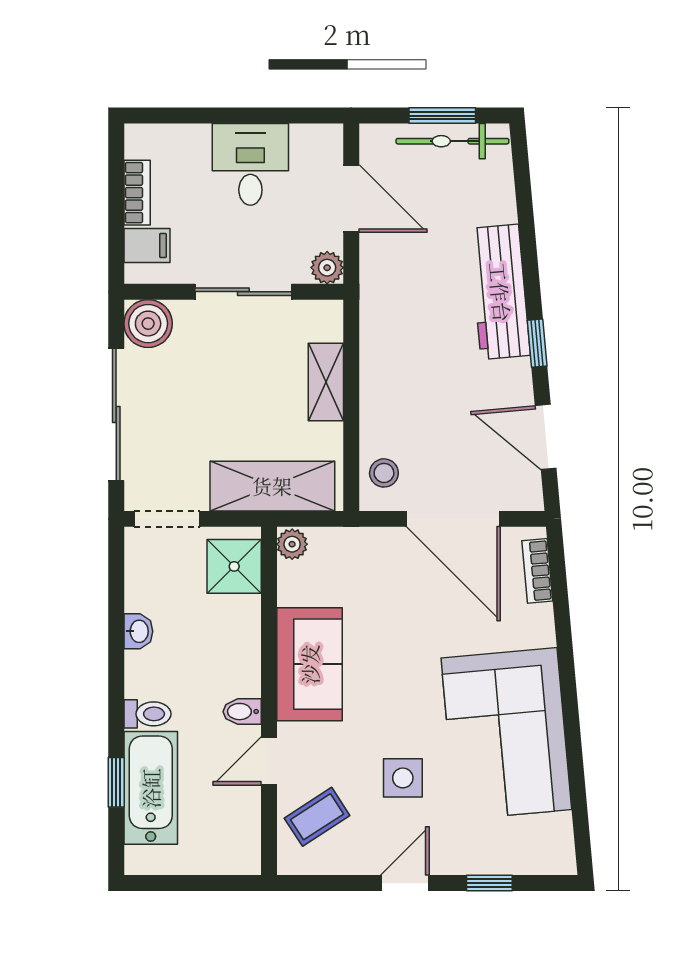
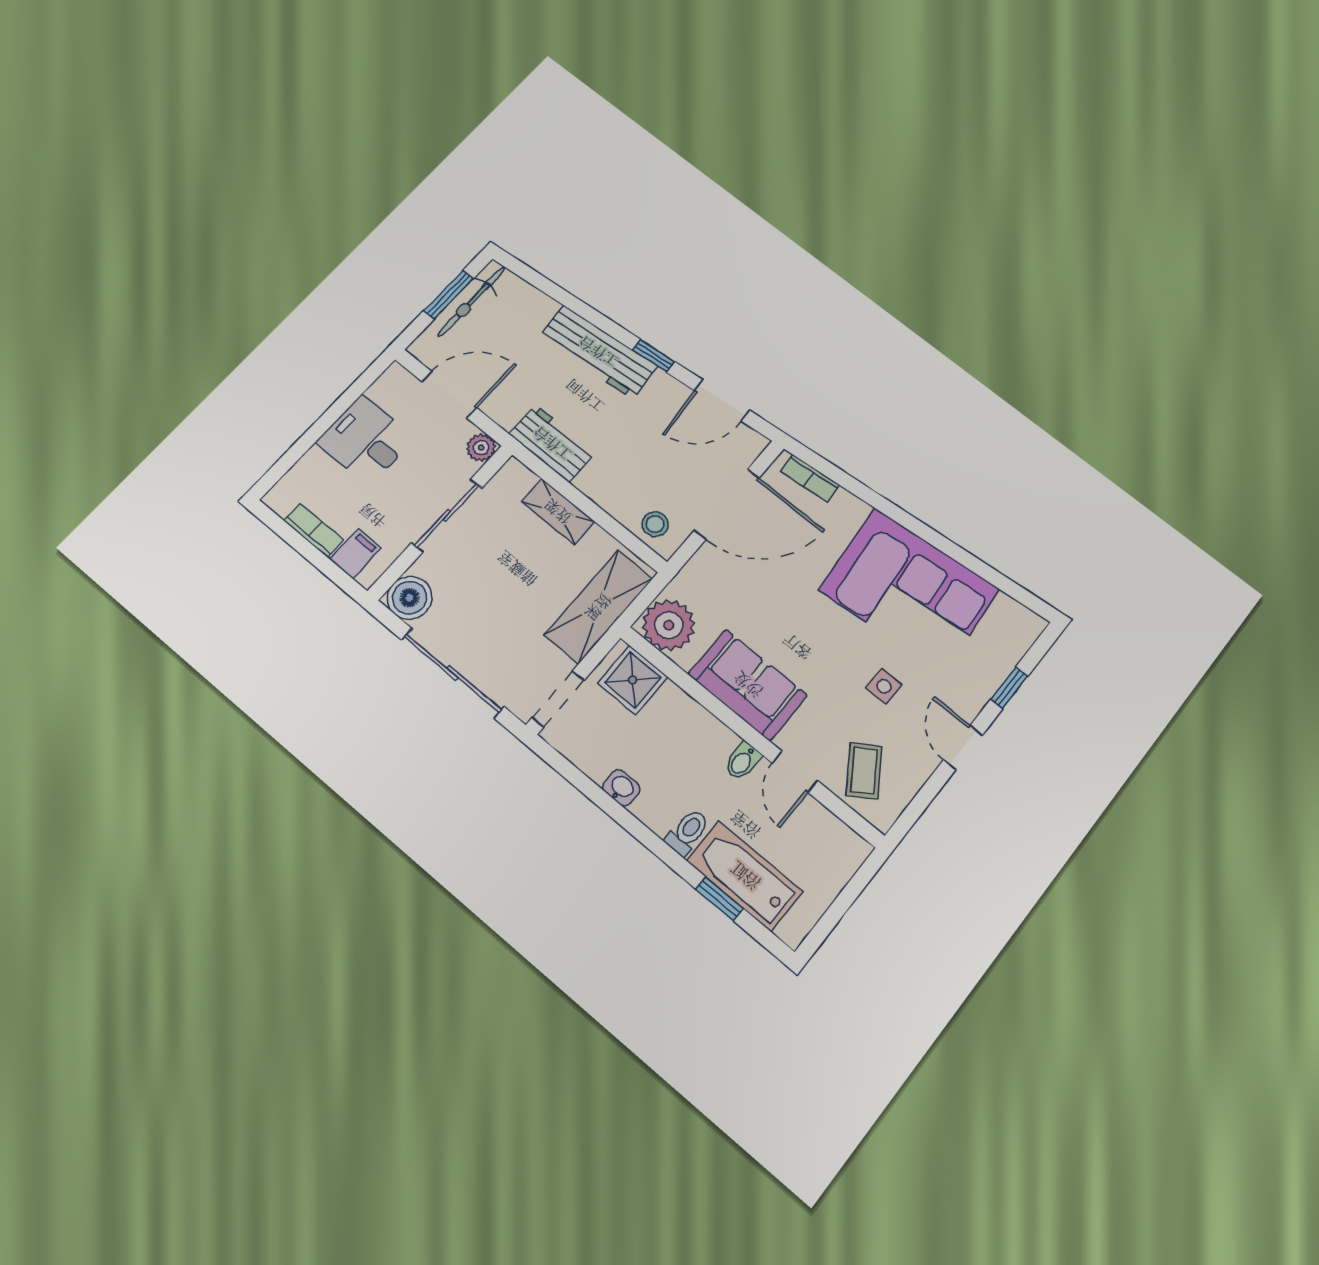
workbench: (382, 325) -> (552, 444), added
plant: (292, 544) -> (669, 625), width x1.87, depth x1.87
side table: (403, 778) -> (884, 686), width x0.73, depth x0.73

